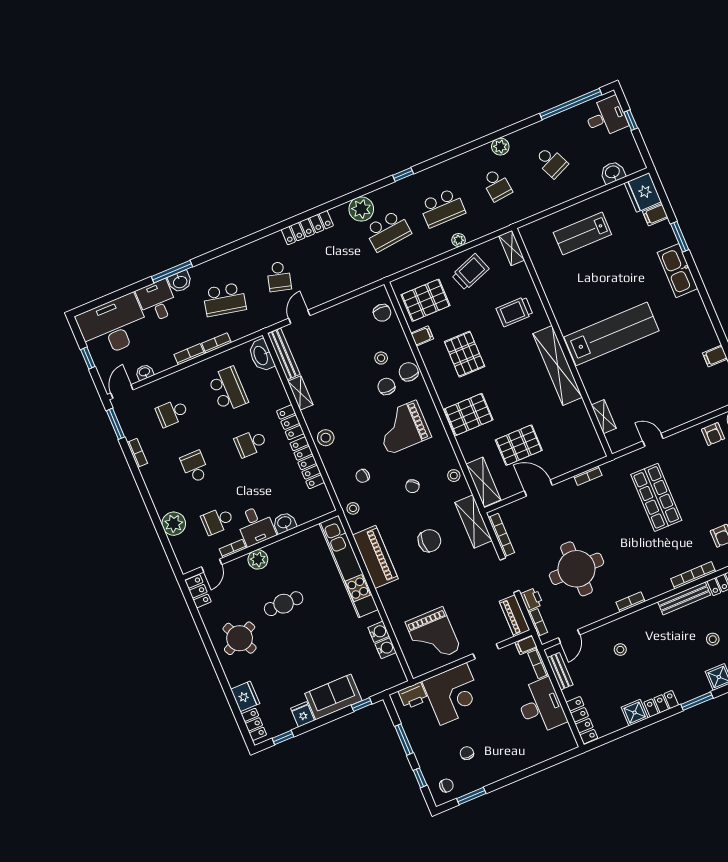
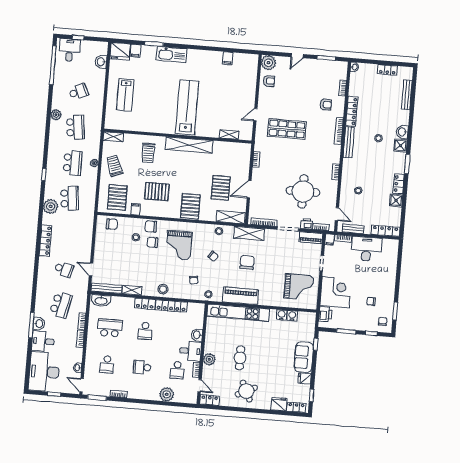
school desk: (497, 185) -> (75, 127), width x1.85

